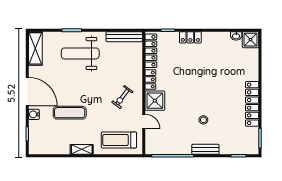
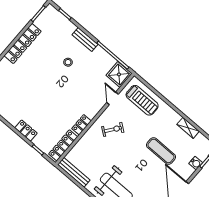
shower: (155, 101) -> (119, 74), moved
water cooler: (34, 114) -> (196, 163), moved
shelving: (82, 149) -> (188, 128), moved

